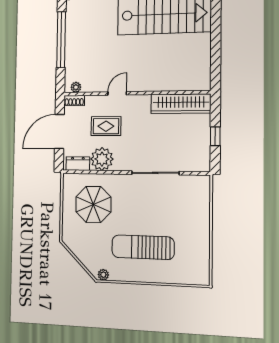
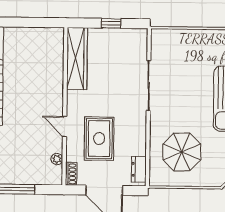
plant: (76, 87) -> (57, 159), moved
rug: (106, 126) -> (99, 139), width x1.36, depth x1.43
plant: (102, 159) -> (134, 143), removed

